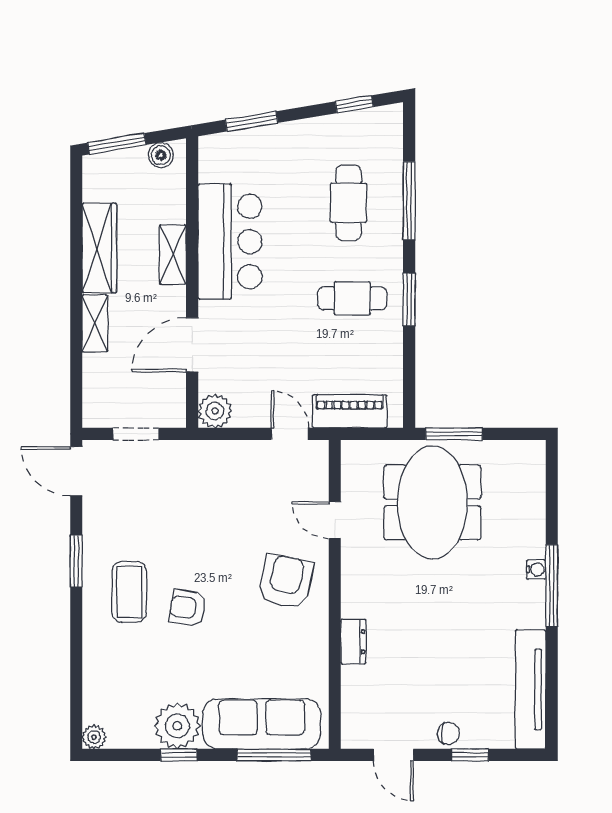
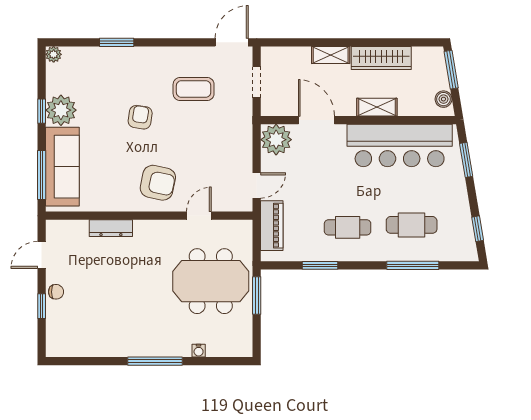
bar counter: (230, 242) -> (400, 145), width x1.36
cafe table: (352, 298) -> (348, 227), turned 90
window: (409, 300) -> (320, 265), moved
plant: (215, 411) -> (276, 140), width x1.36, depth x1.36
window: (76, 561) -> (117, 42), moved
water cooler: (536, 569) -> (199, 351), moved
coffee table: (129, 592) -> (194, 89), moved
dresser: (353, 642) -> (111, 228), width x1.44
tv unit: (531, 689) -> (85, 347), removed
chair: (448, 733) -> (56, 292), turned -90

